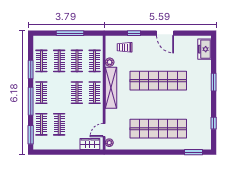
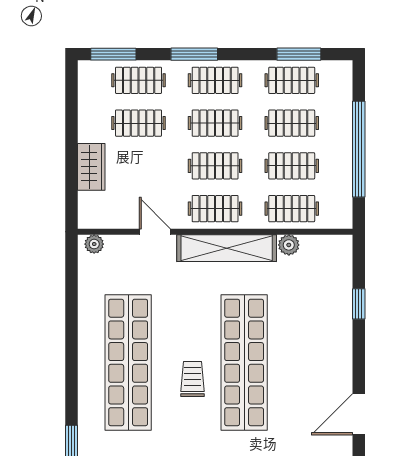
window: (70, 33) -> (359, 149), width x1.46
door: (165, 33) -> (359, 414), moved
trolley: (125, 47) -> (192, 379), moved
window: (31, 70) -> (299, 54), moved
clothes rail: (59, 93) -> (215, 123), added
window: (31, 101) -> (194, 54), width x0.69
door: (104, 130) -> (155, 232), moved
wardrobe: (90, 144) -> (91, 167), moved

